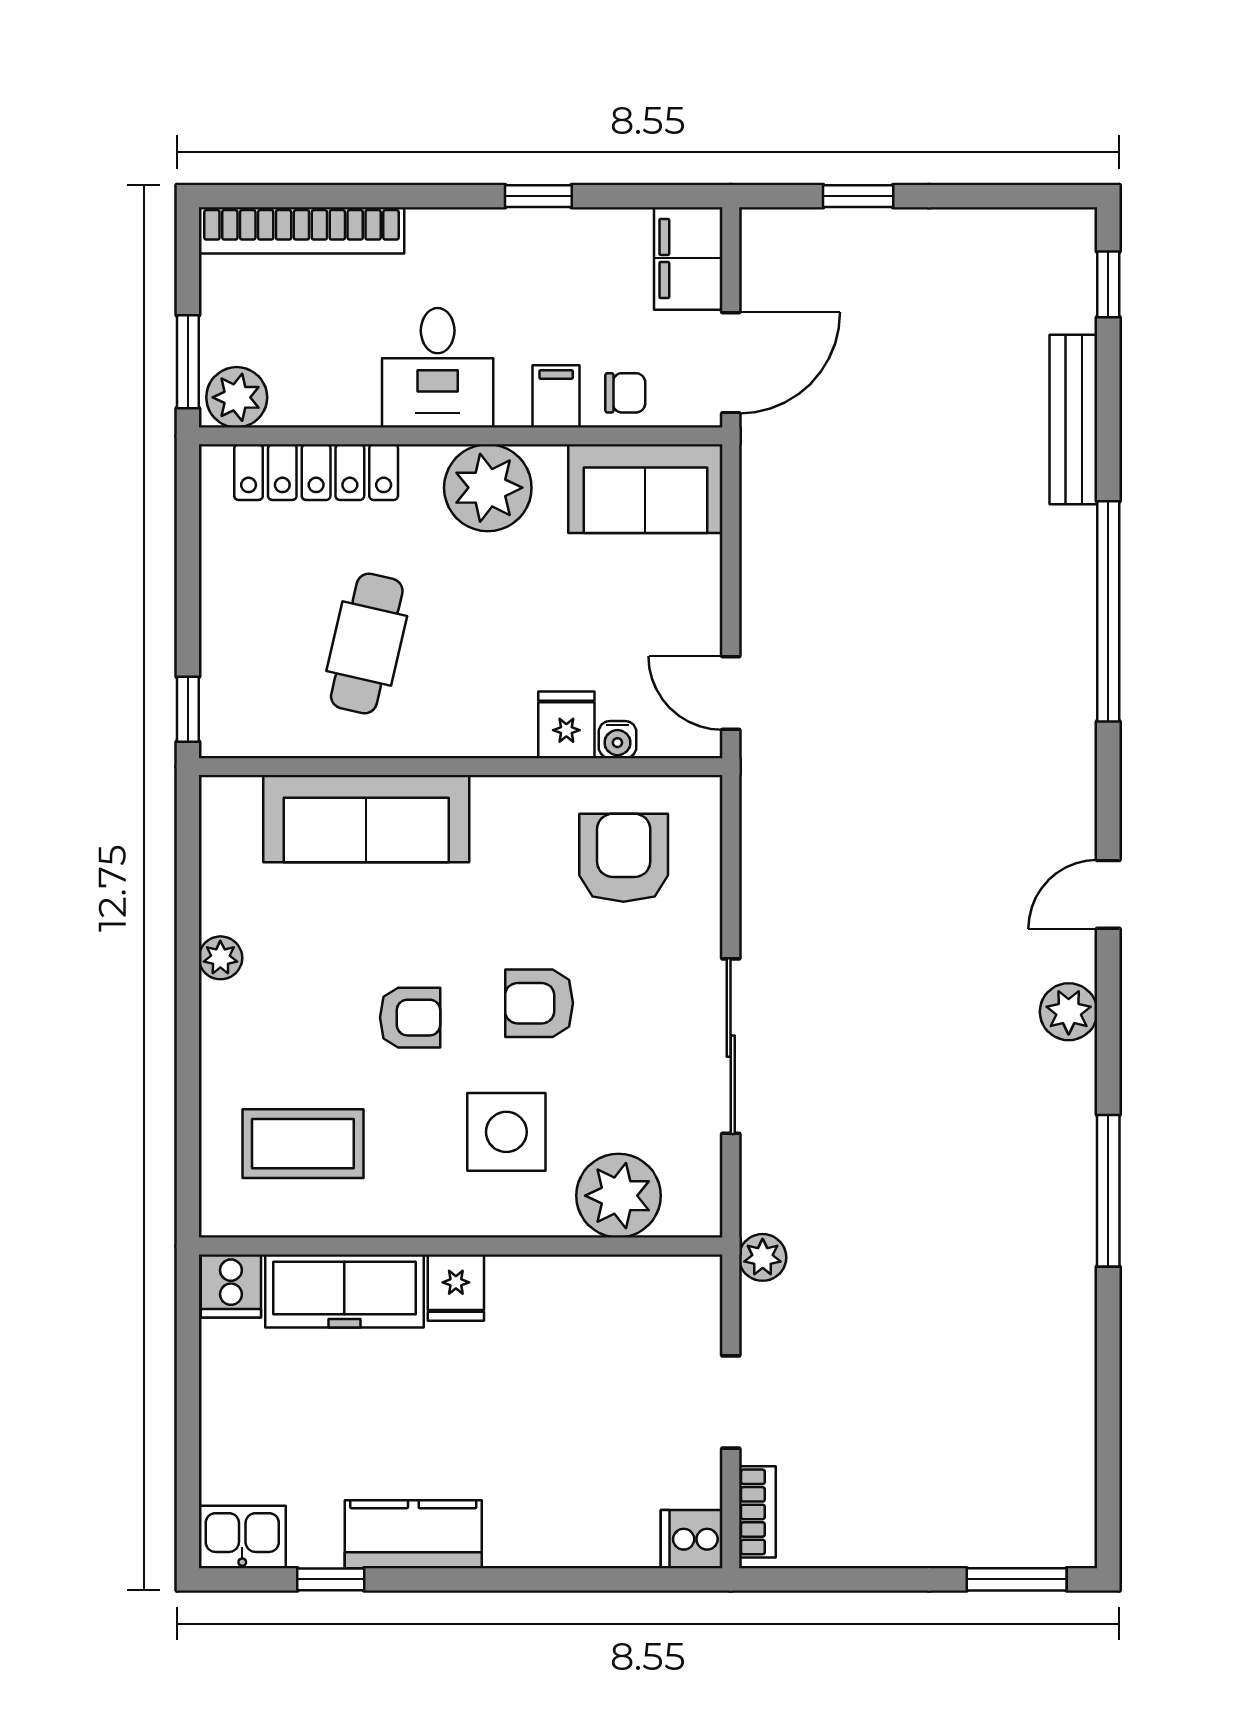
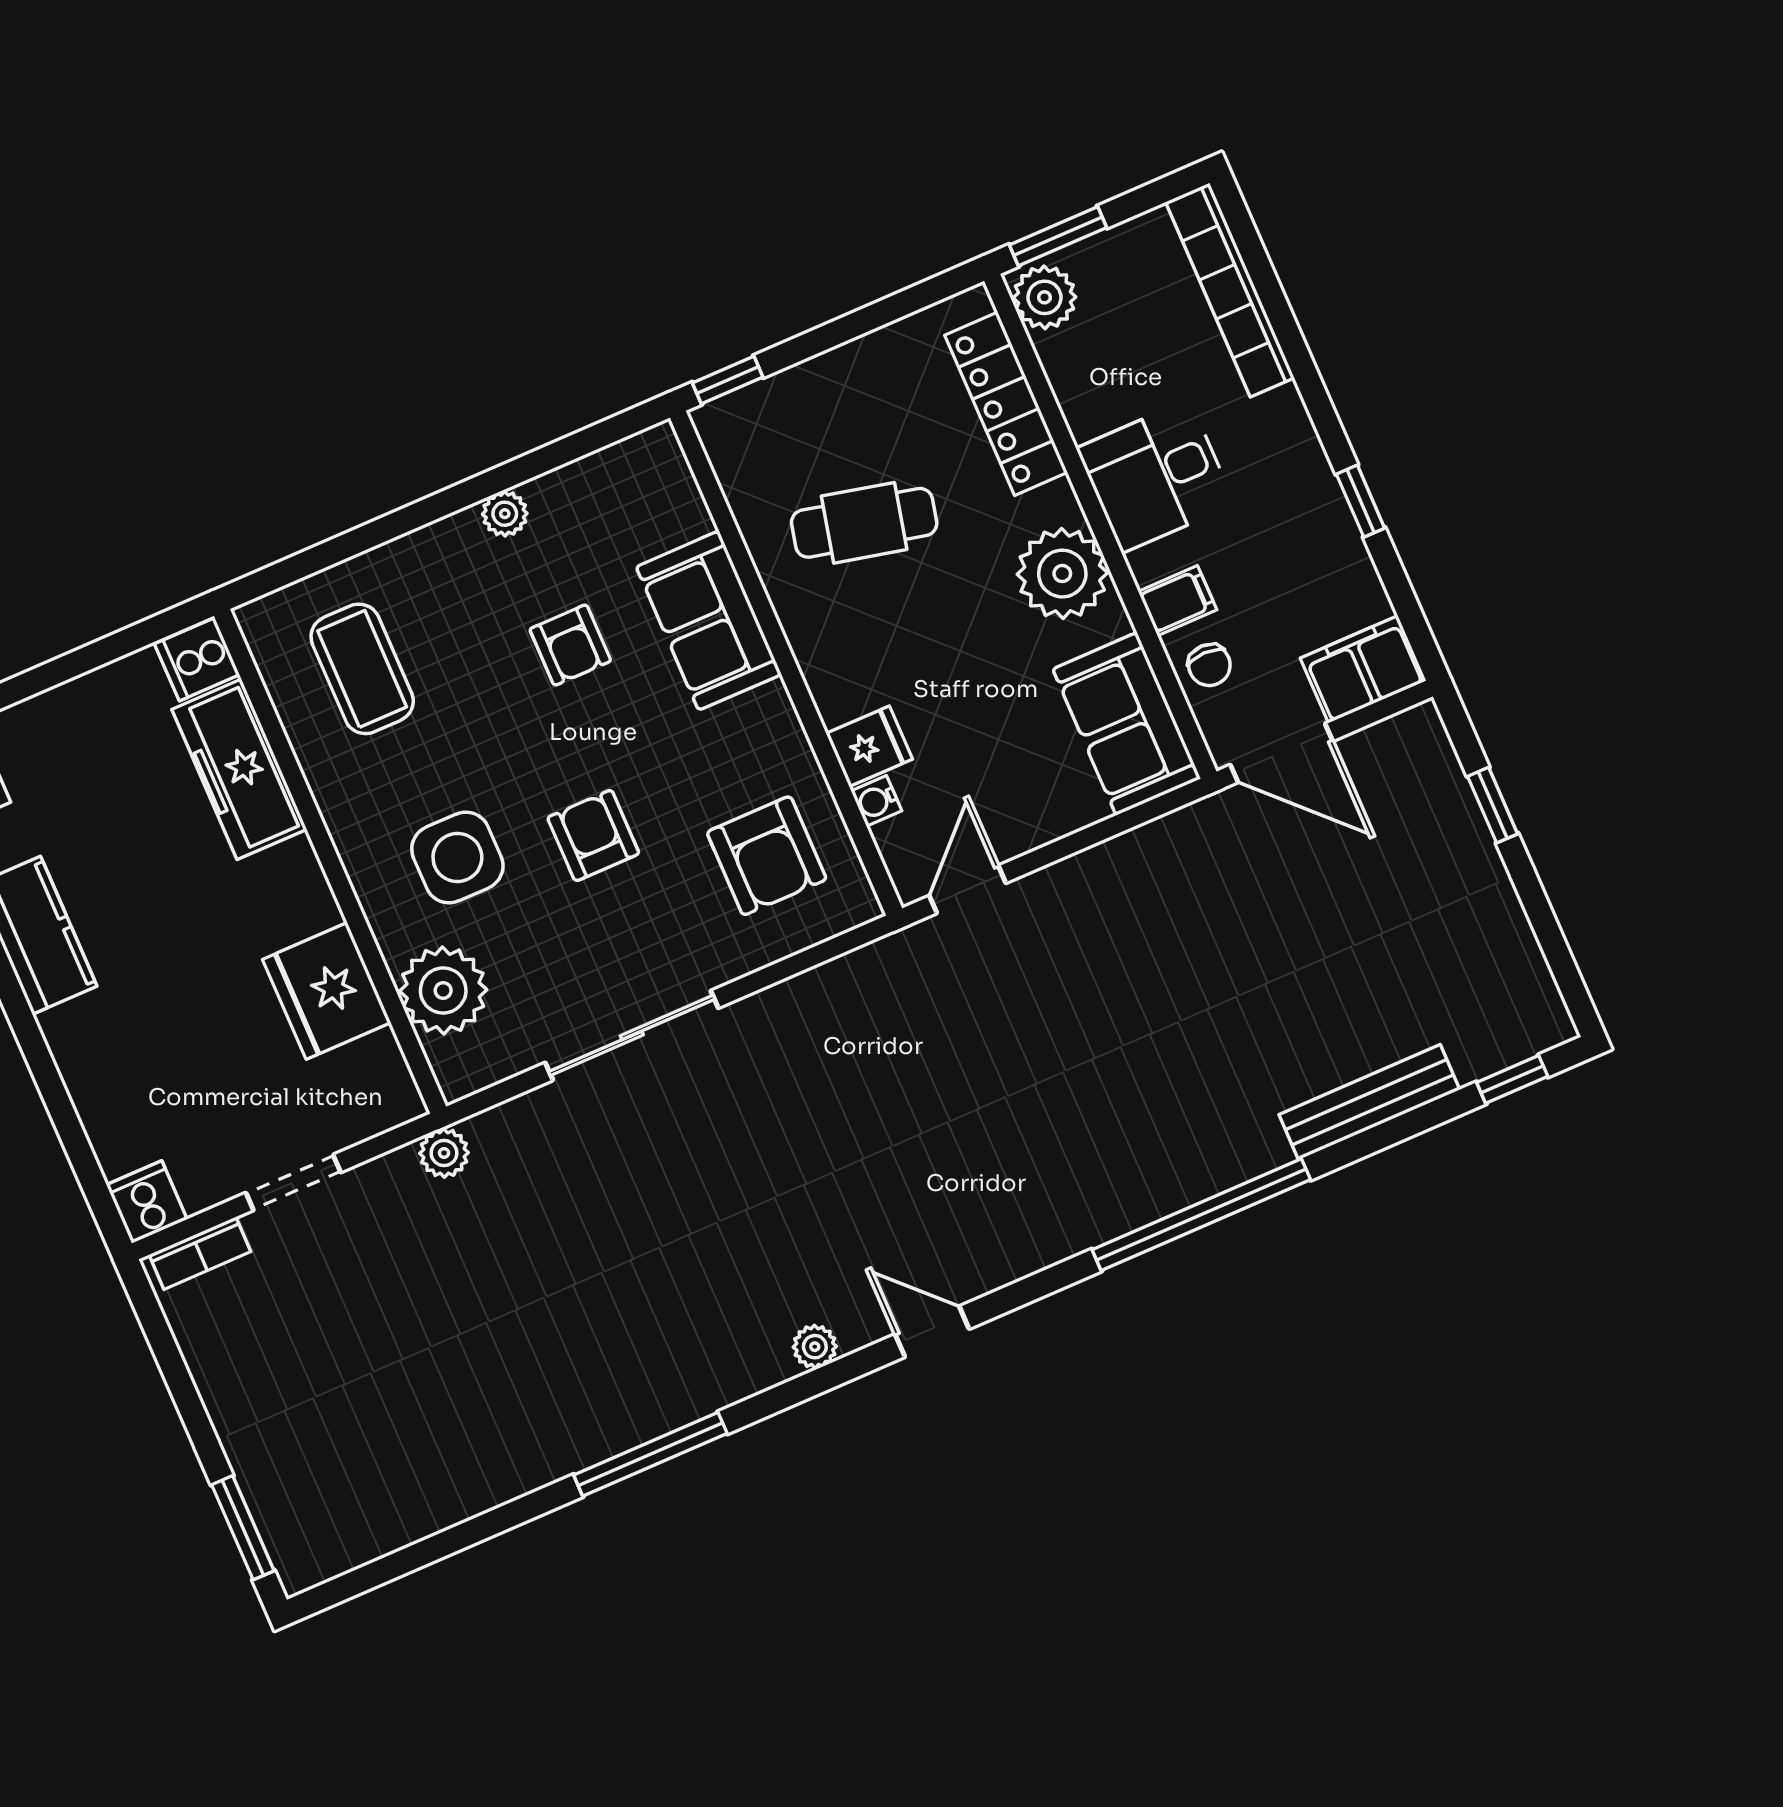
sofa: (366, 819) -> (709, 621), width x0.73
armchair: (624, 858) -> (767, 856), turned 90
plant: (1069, 1012) -> (815, 1347), width x0.73, depth x0.73
armchair: (410, 1018) -> (570, 645), moved
fridge: (456, 1288) -> (327, 991), moved, width x1.88, depth x1.34

